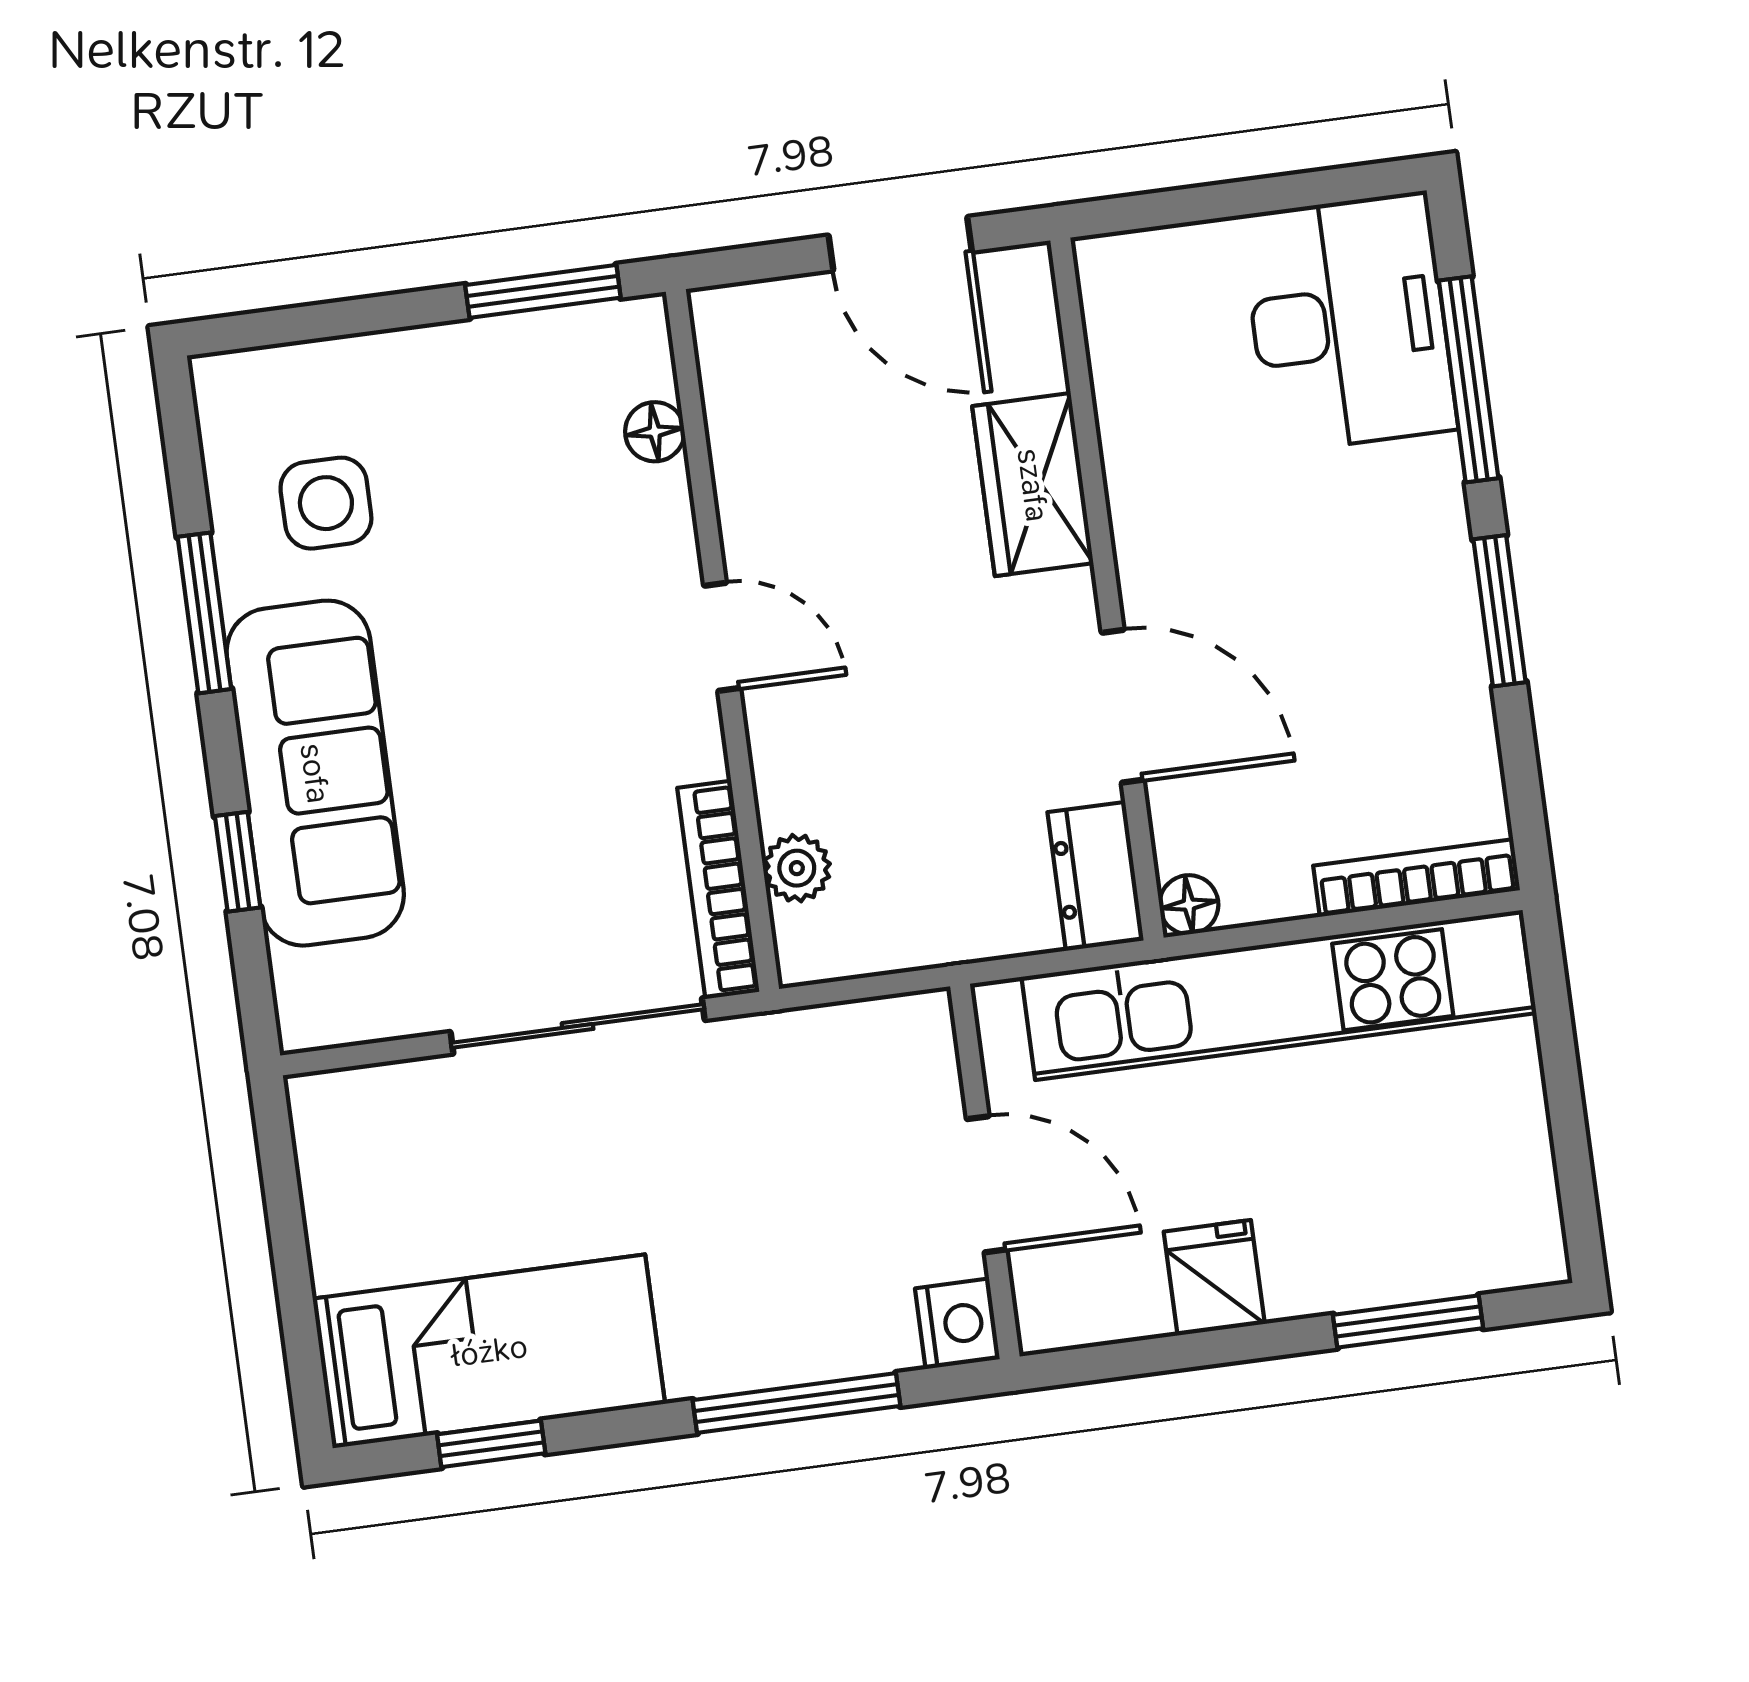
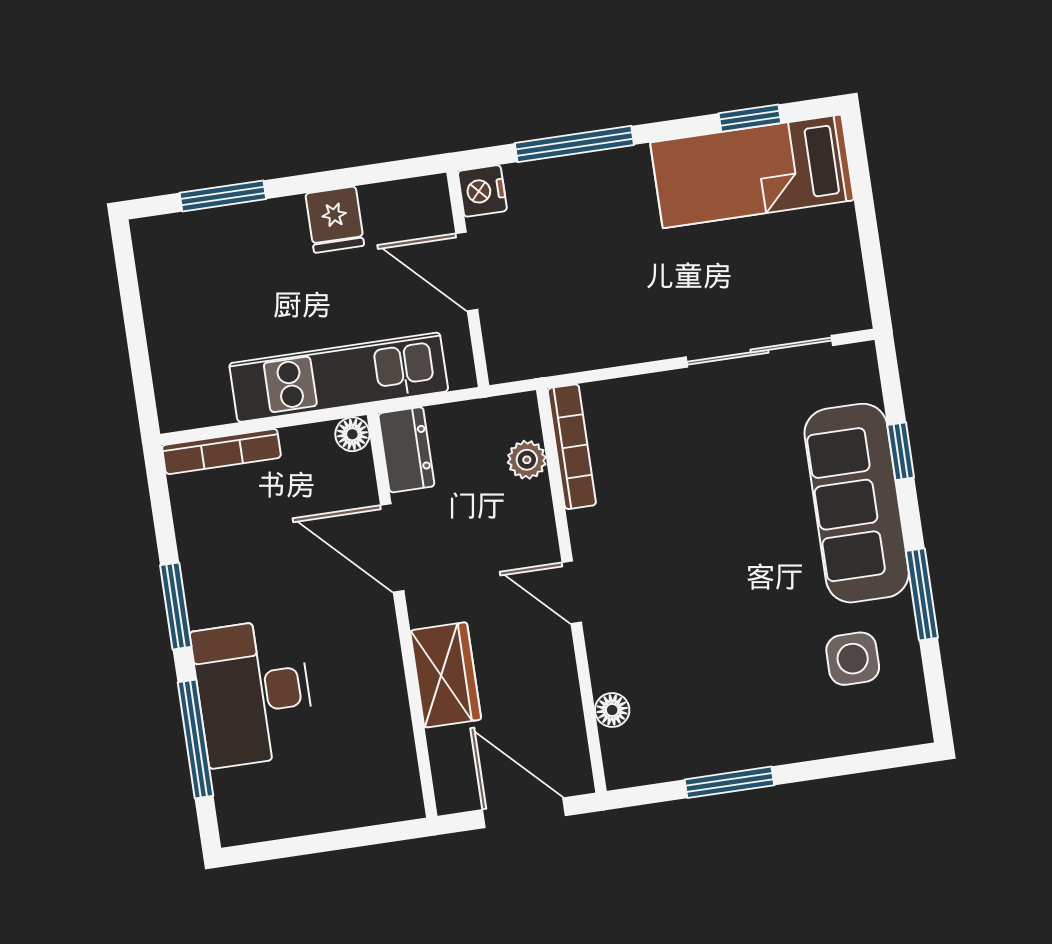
desk: (1349, 322) -> (253, 693), moved
floor lamp: (655, 432) -> (612, 710), moved
door: (722, 637) -> (572, 592), moved
wall: (723, 640) -> (571, 590), moved
plant: (797, 868) -> (527, 460), moved
bookcase: (718, 890) -> (572, 447), moved
kitchen unit: (1278, 995) -> (339, 377), width x0.73
sliding door: (578, 1026) -> (759, 351), moved

